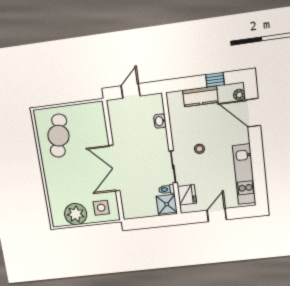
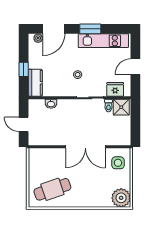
window: (215, 80) -> (24, 69), moved
kitchen counter: (200, 96) -> (35, 83), moved
cafe table: (58, 136) -> (52, 189), turned -31
window: (257, 157) -> (90, 29), added
plant: (76, 214) -> (121, 198), moved
door: (217, 215) -> (135, 67), hinge flipped

